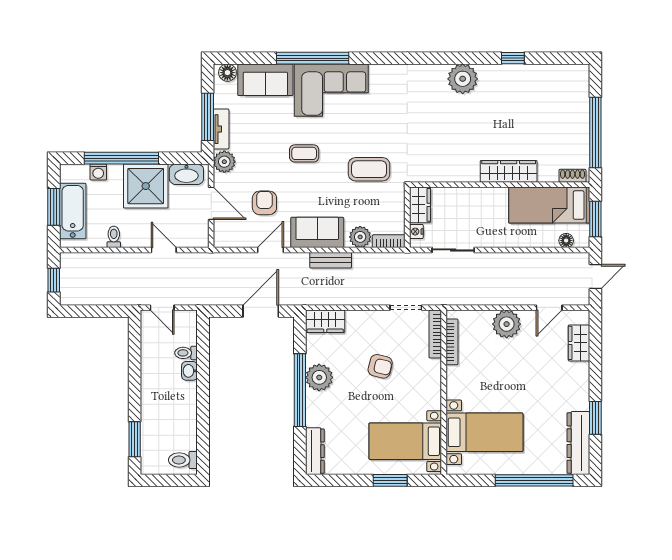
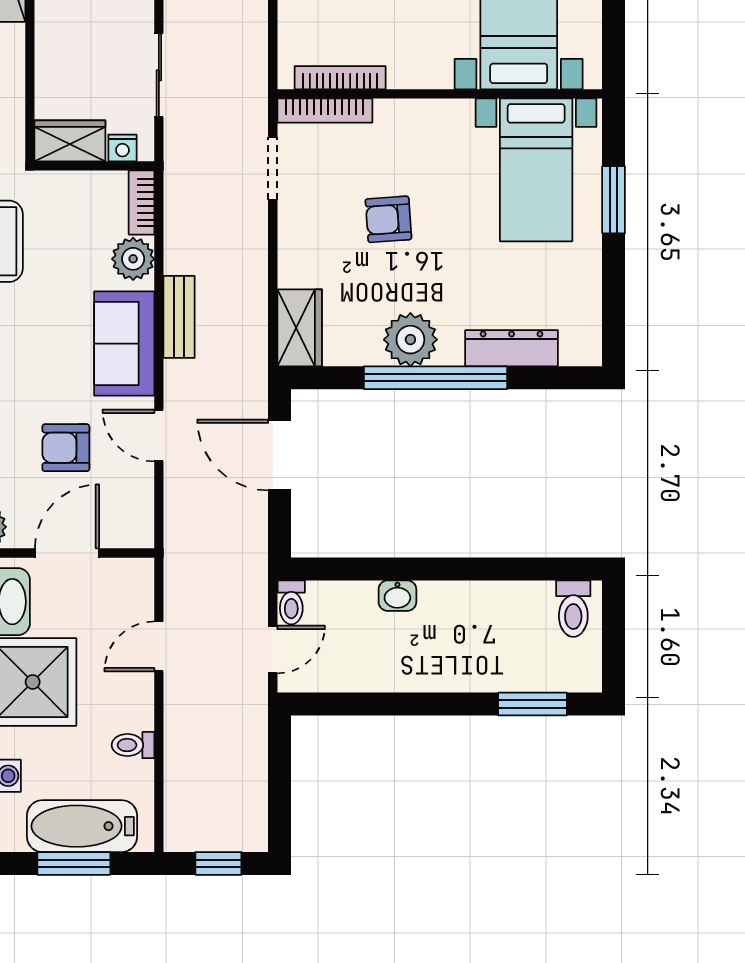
toilet: (186, 353) -> (291, 602), moved
armchair: (380, 366) -> (388, 219), turned -108
dresser: (315, 451) -> (512, 348), moved

